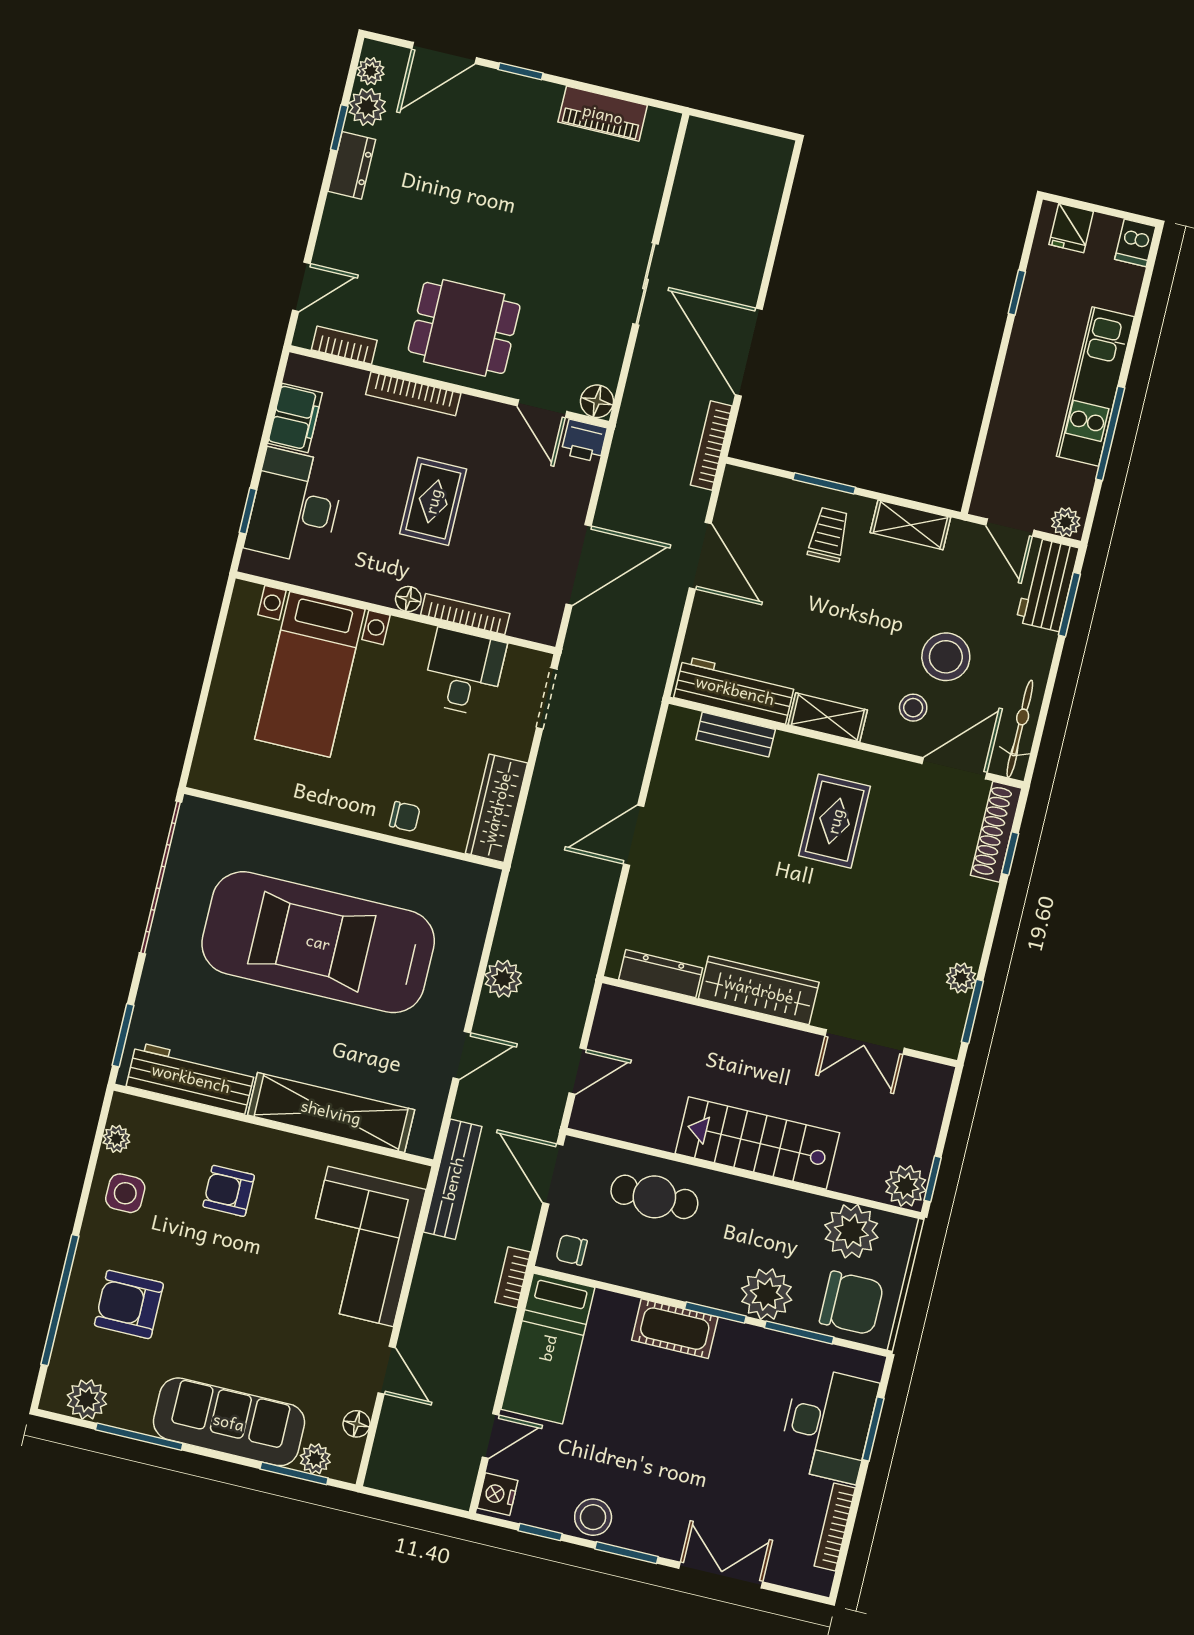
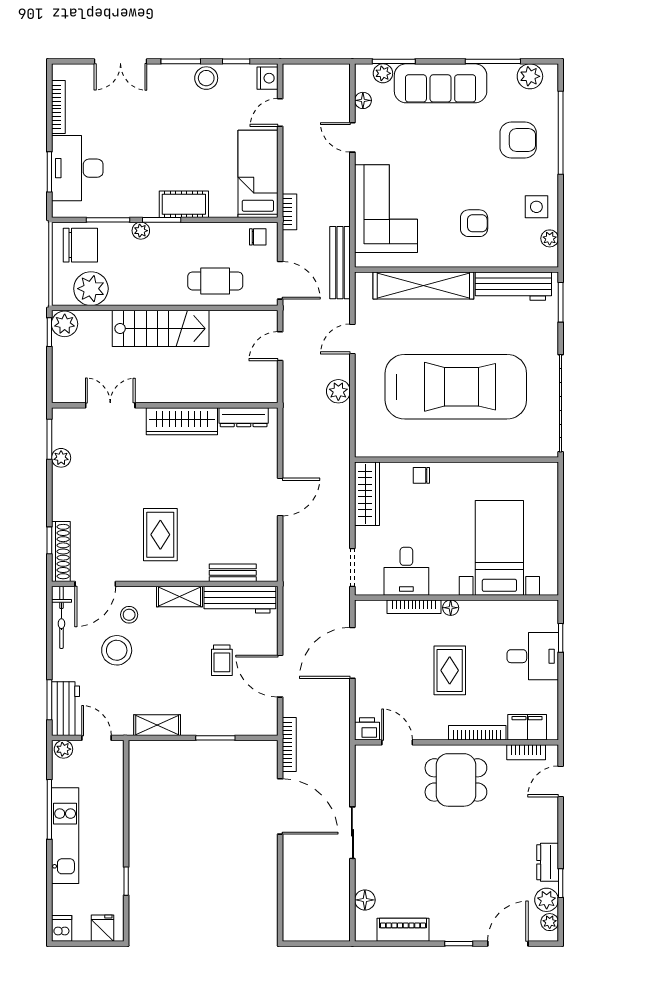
floor lamp: (597, 401) -> (365, 900), moved
filing cabinet: (295, 418) -> (527, 727), moved, turned 90
desk: (295, 507) -> (533, 656), width x0.73
trolley: (829, 534) -> (222, 660), moved
plant: (767, 1294) -> (141, 231), width x0.53, depth x0.53
chair: (852, 1303) -> (80, 245), turned 180

